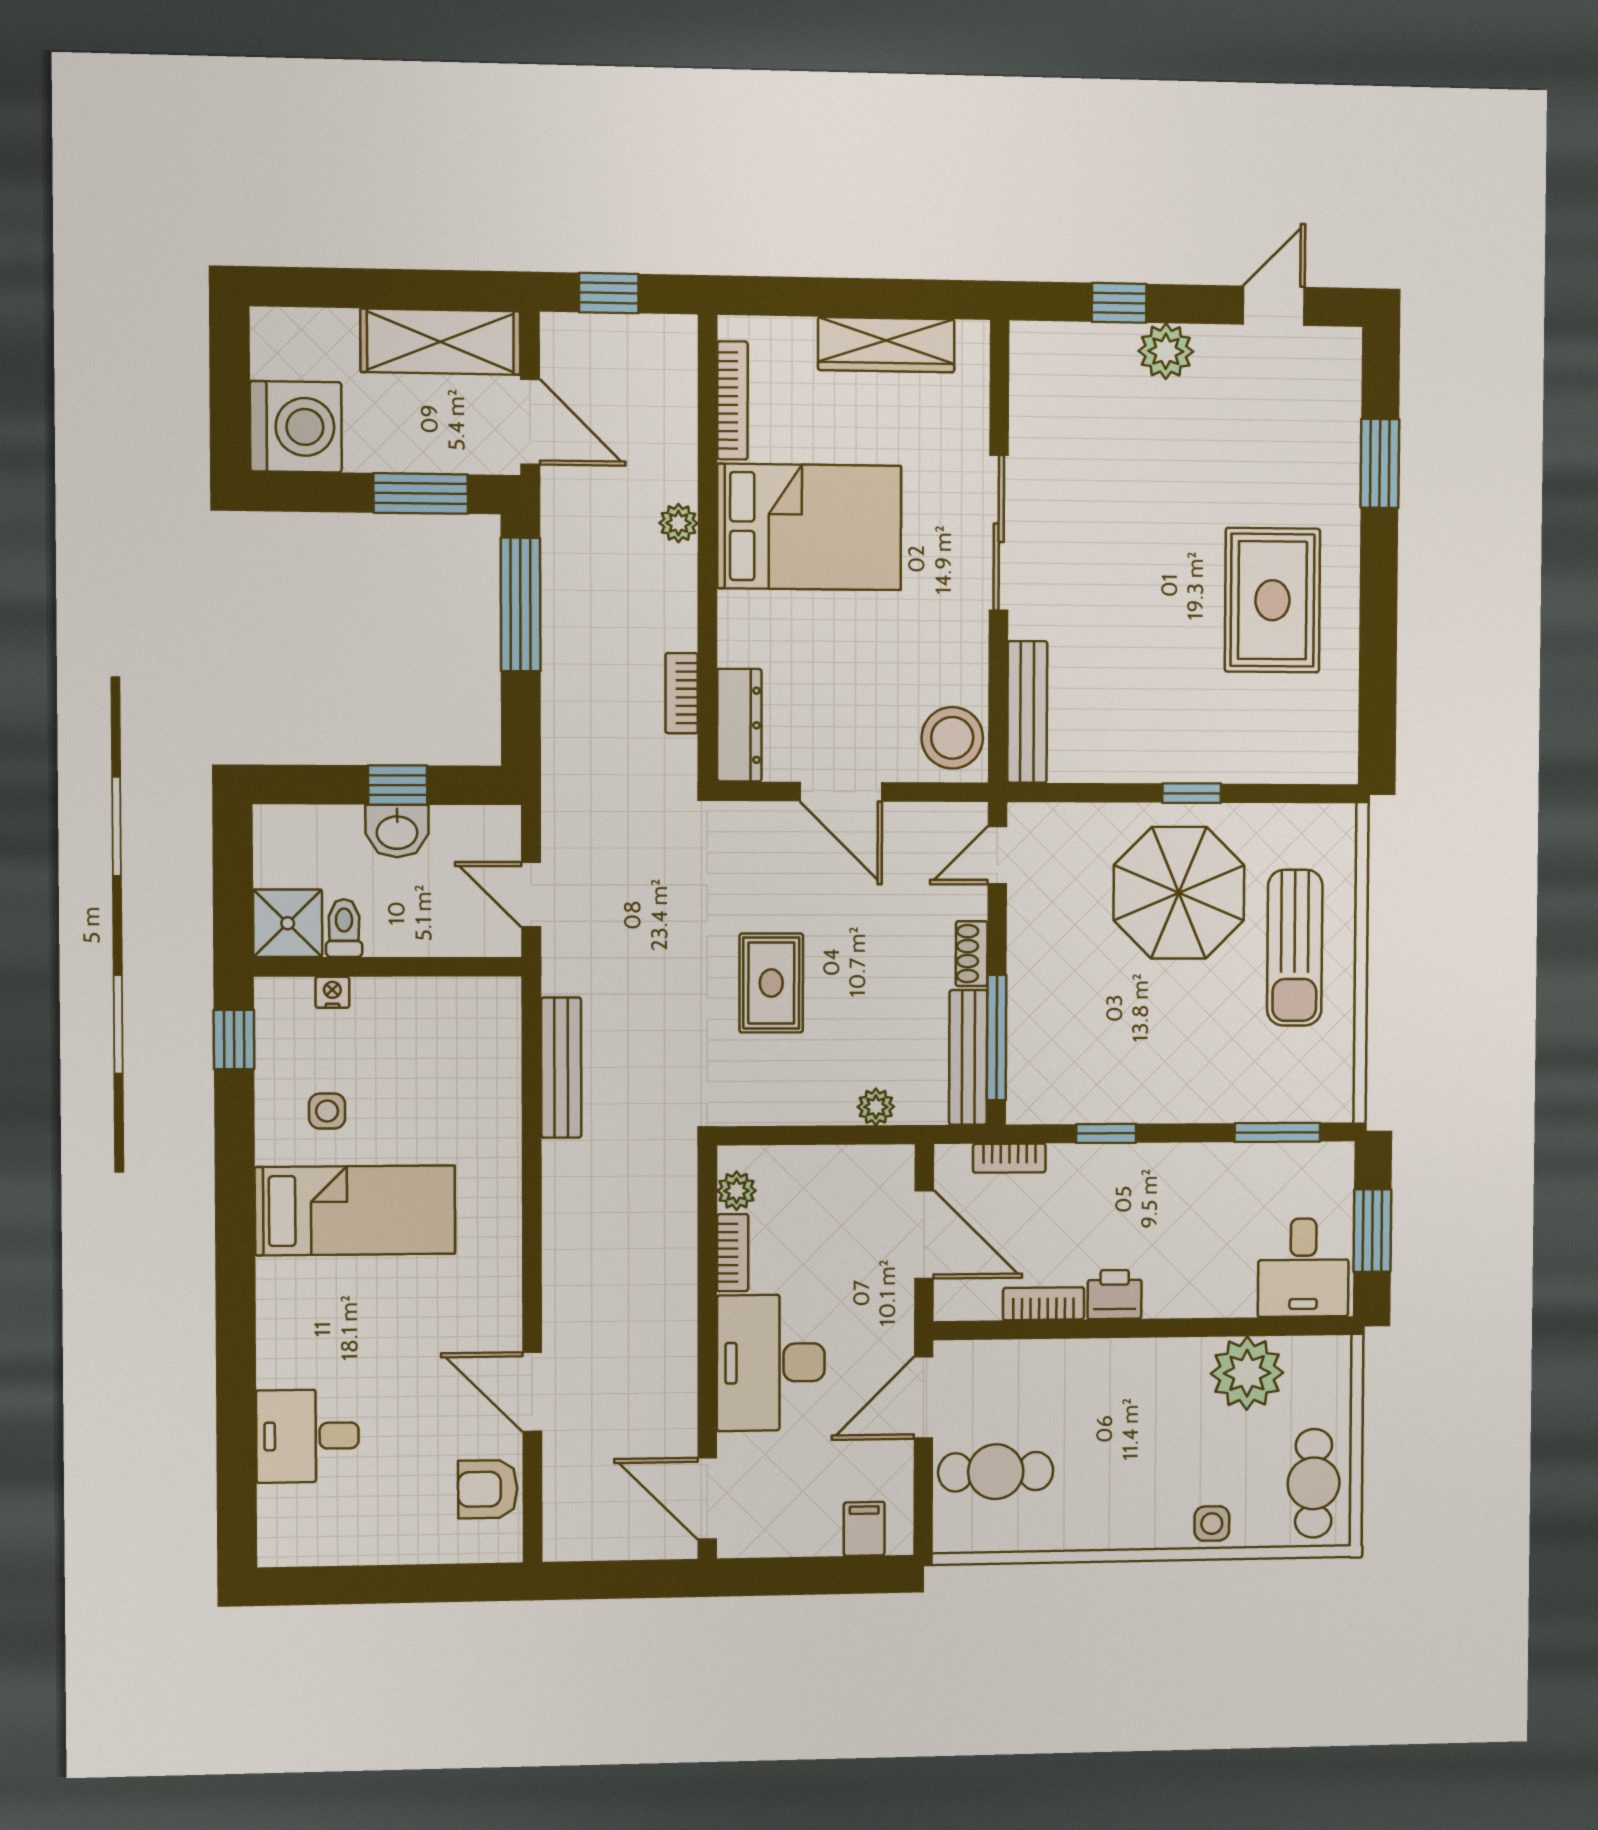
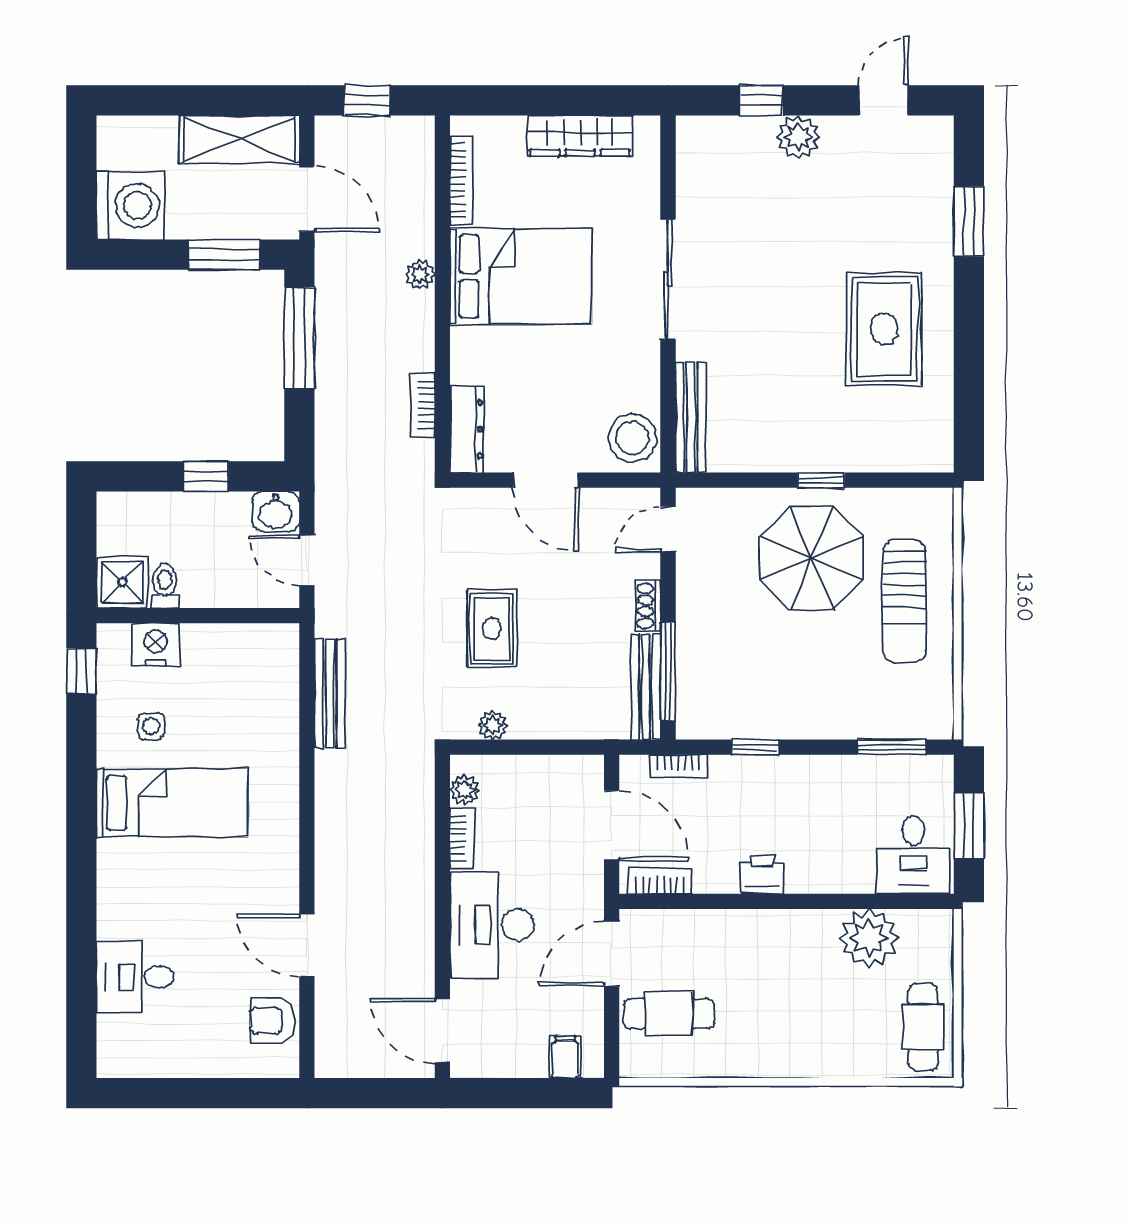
washbasin: (397, 831) -> (276, 512), moved
nightstand: (332, 992) -> (156, 645), width x1.89, depth x1.79
plant: (876, 1107) -> (493, 725), moved
bookcase: (1044, 1304) -> (660, 881), moved
side table: (1212, 1524) -> (841, 1058), removed

